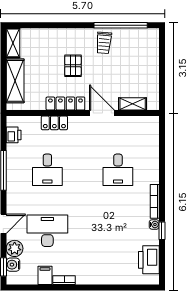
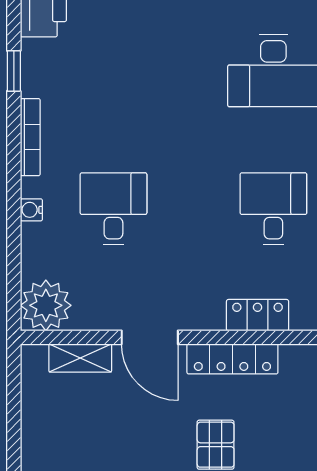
plant: (148, 127) -> (46, 305), added
water cooler: (154, 224) -> (31, 210), moved

